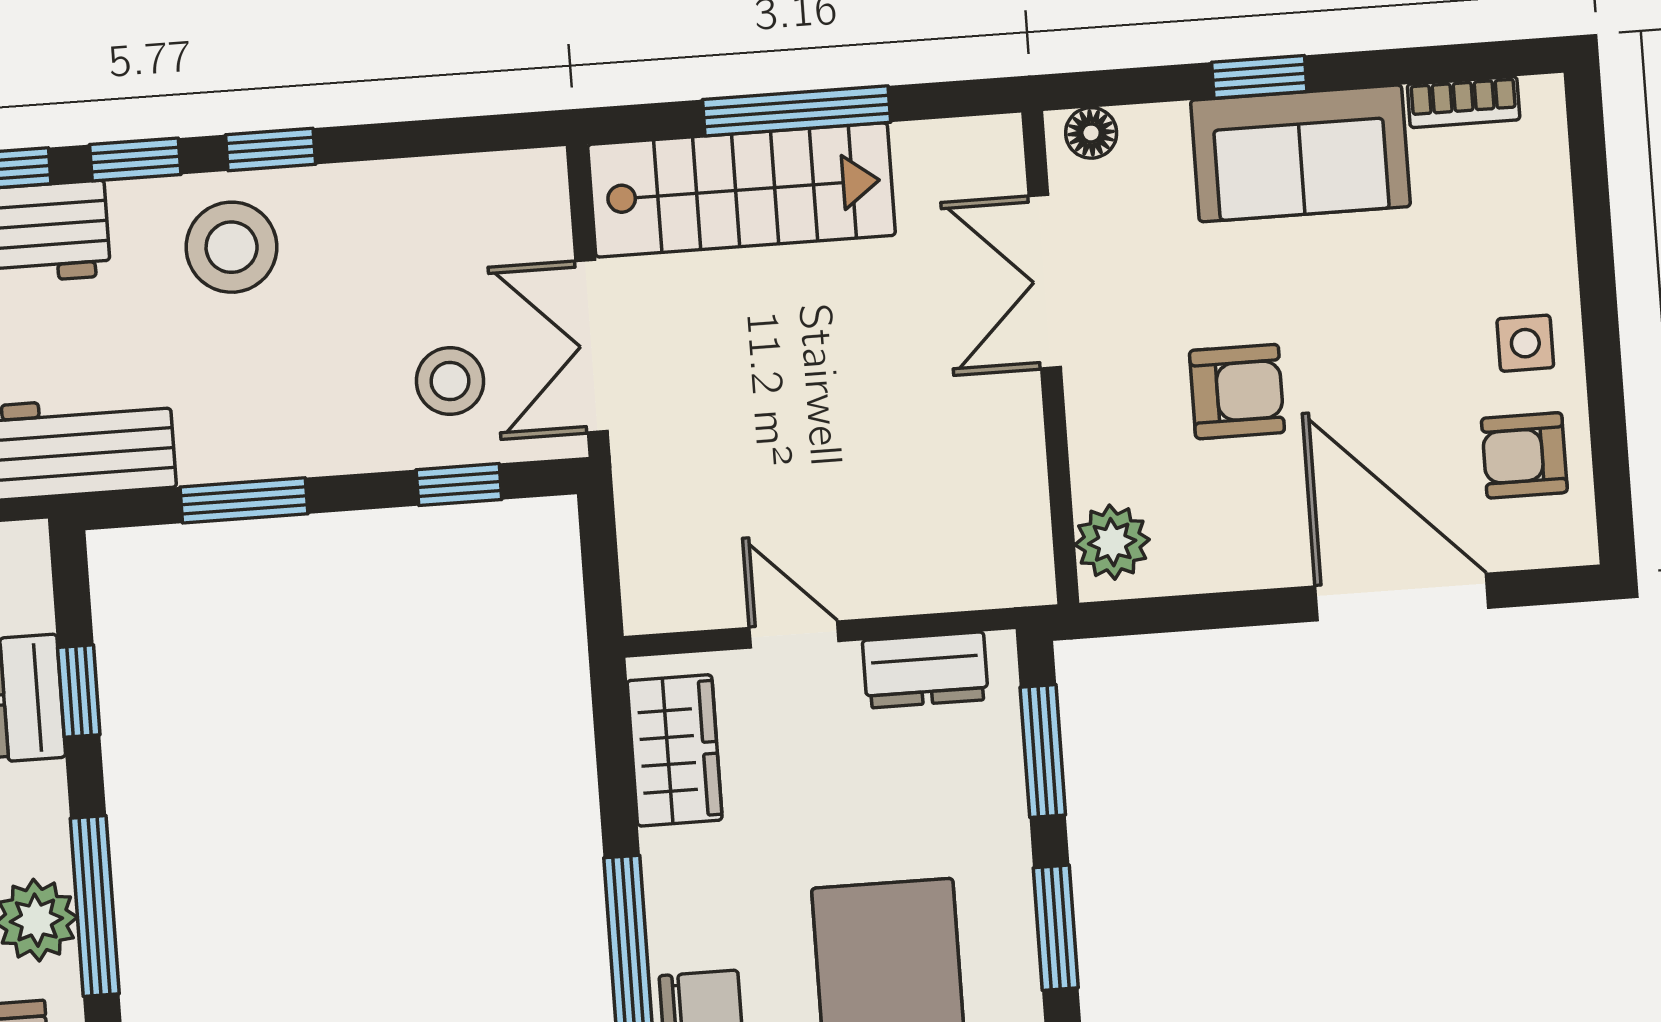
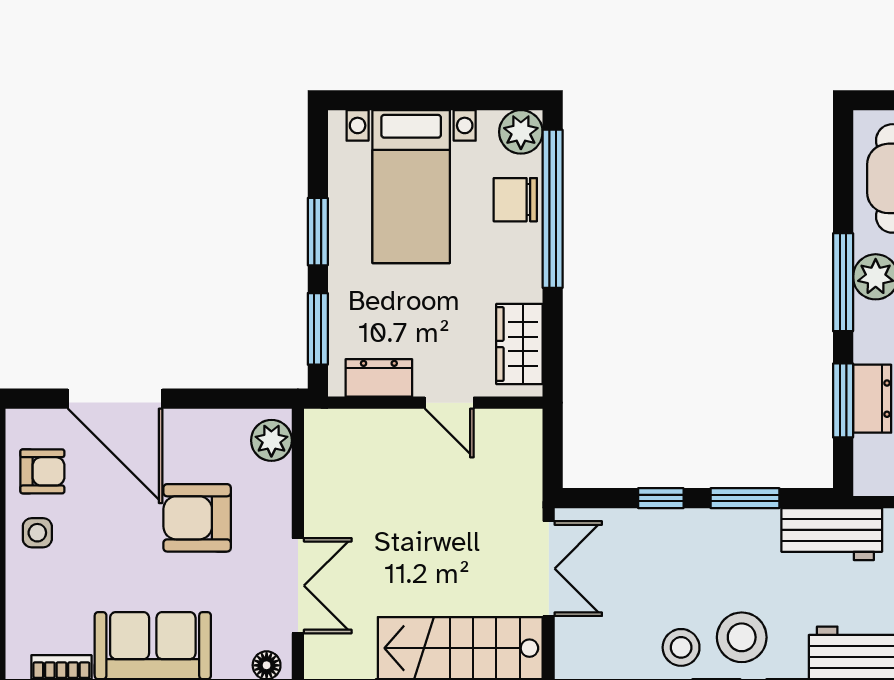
stool: (450, 381) -> (681, 647), moved
armchair: (1237, 392) -> (197, 518), width x1.38, depth x1.38
window: (459, 485) -> (661, 498), moved
window: (79, 691) -> (843, 400), width x1.50

